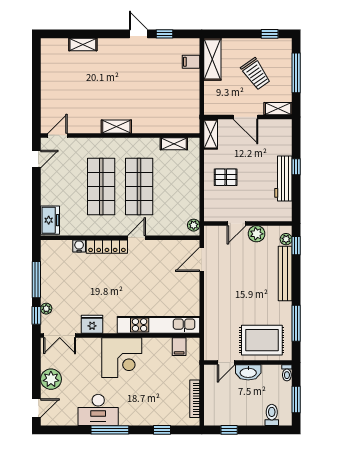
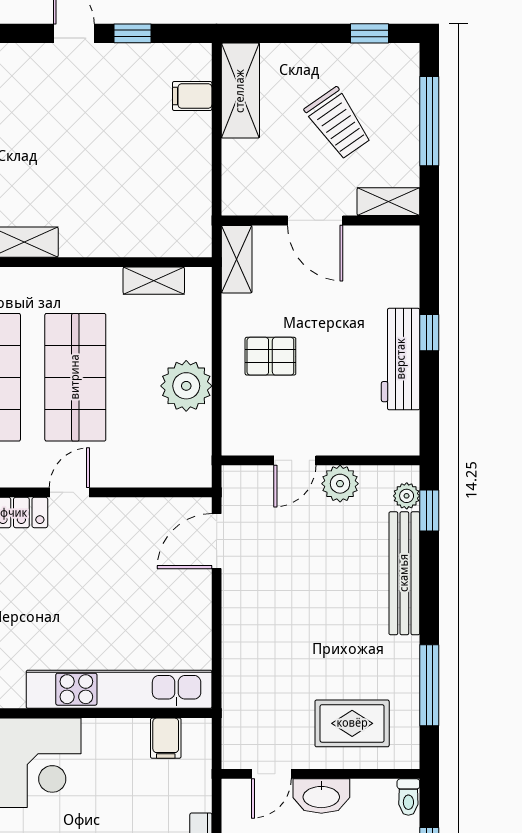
plant: (194, 225) -> (186, 386), moved, width x1.88, depth x1.88
rug: (262, 340) -> (352, 723), width x0.73, depth x0.70

